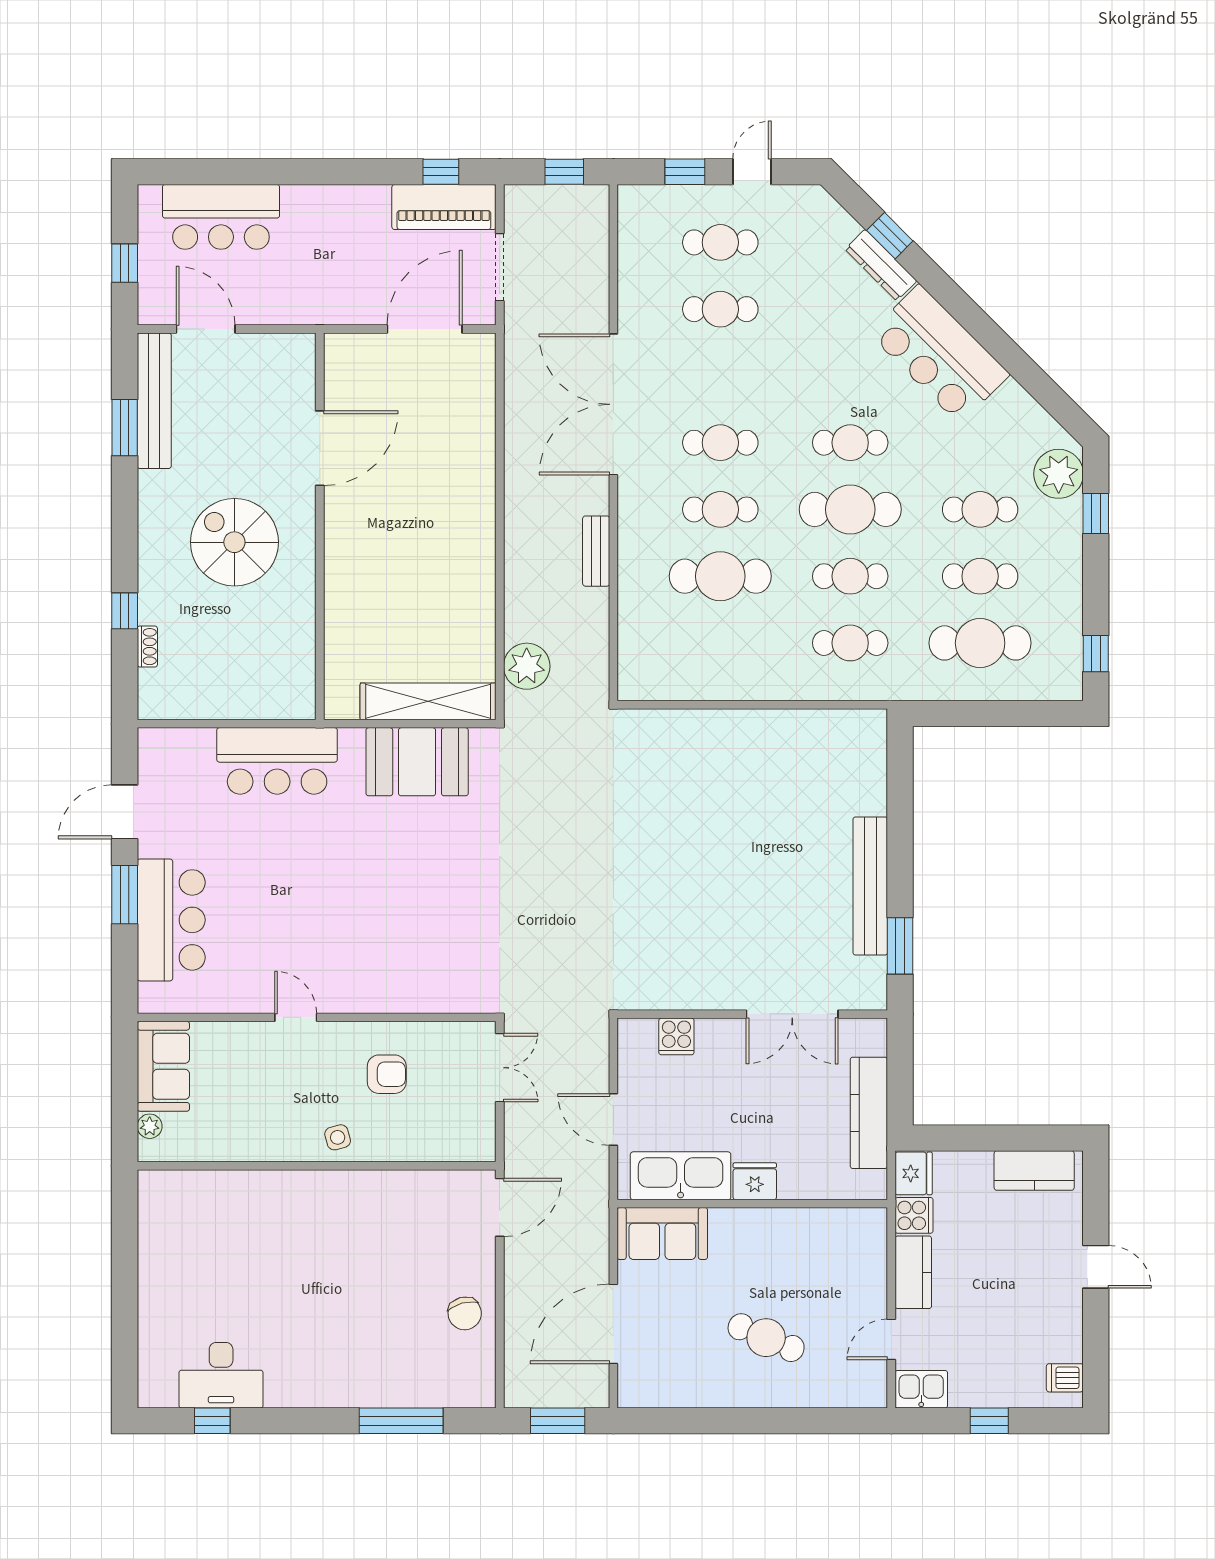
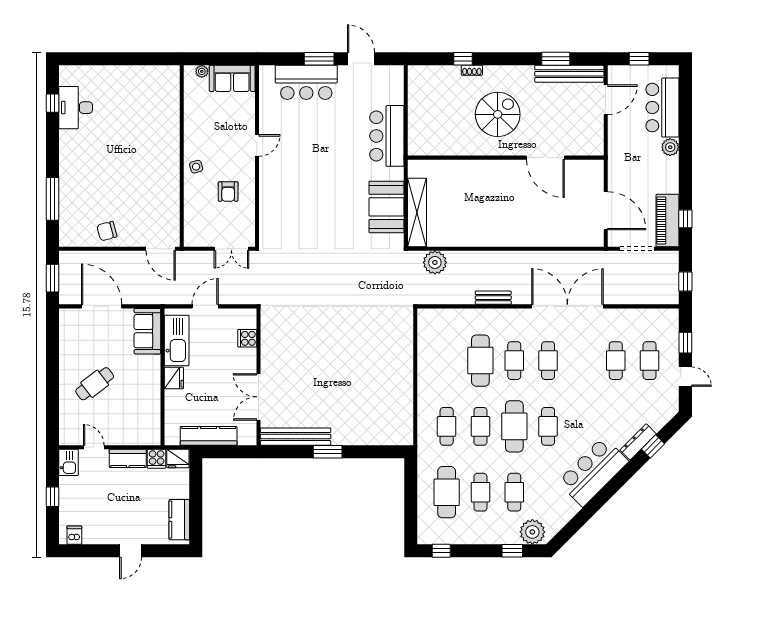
plant: (299, 202) -> (670, 147), added
shoe rack: (147, 647) -> (472, 70), moved
bench: (870, 886) -> (295, 437), moved
window: (900, 946) -> (328, 452), moved
cafe table: (766, 1338) -> (95, 384), turned 30

